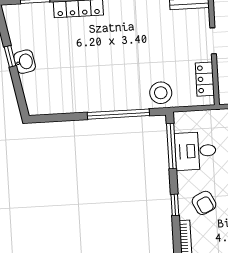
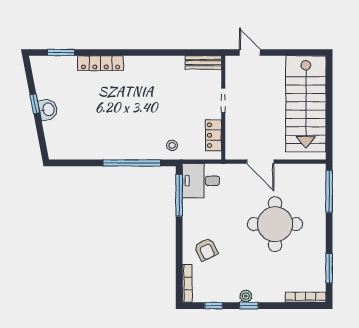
stool: (161, 93) -> (172, 145), width x0.53, depth x0.53
desk: (195, 151) -> (201, 181), moved
window: (175, 205) -> (179, 250), removed

